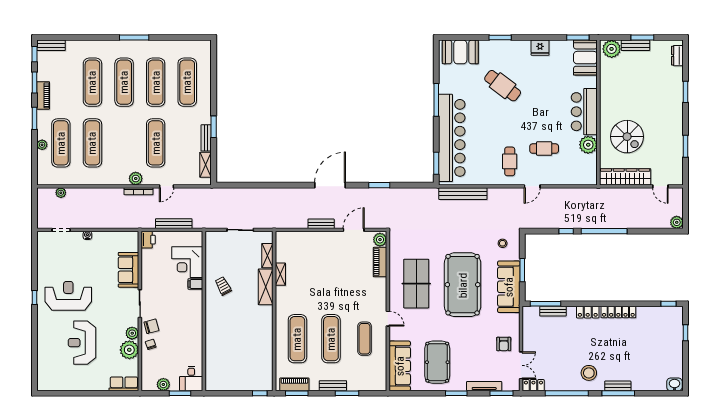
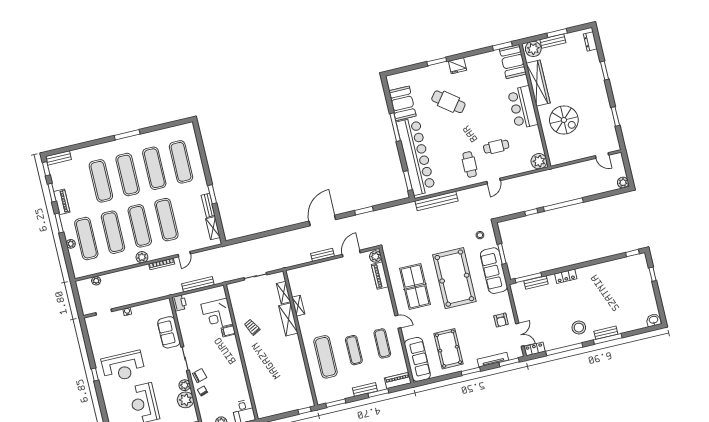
fridge: (540, 48) -> (457, 66), moved
booth: (460, 52) -> (402, 103), moved, turned 90
exercise mat: (124, 143) -> (140, 226), added
plant: (588, 145) -> (539, 161), moved
wardrobe: (625, 177) -> (538, 83), moved, turned 90
plant: (136, 179) -> (142, 257), moved
reception desk: (68, 296) -> (123, 366), turned 180
locker: (618, 312) -> (592, 270), removed
exercise mat: (331, 339) -> (354, 350), width x0.73, depth x0.69
piano: (294, 384) -> (398, 381), moved

